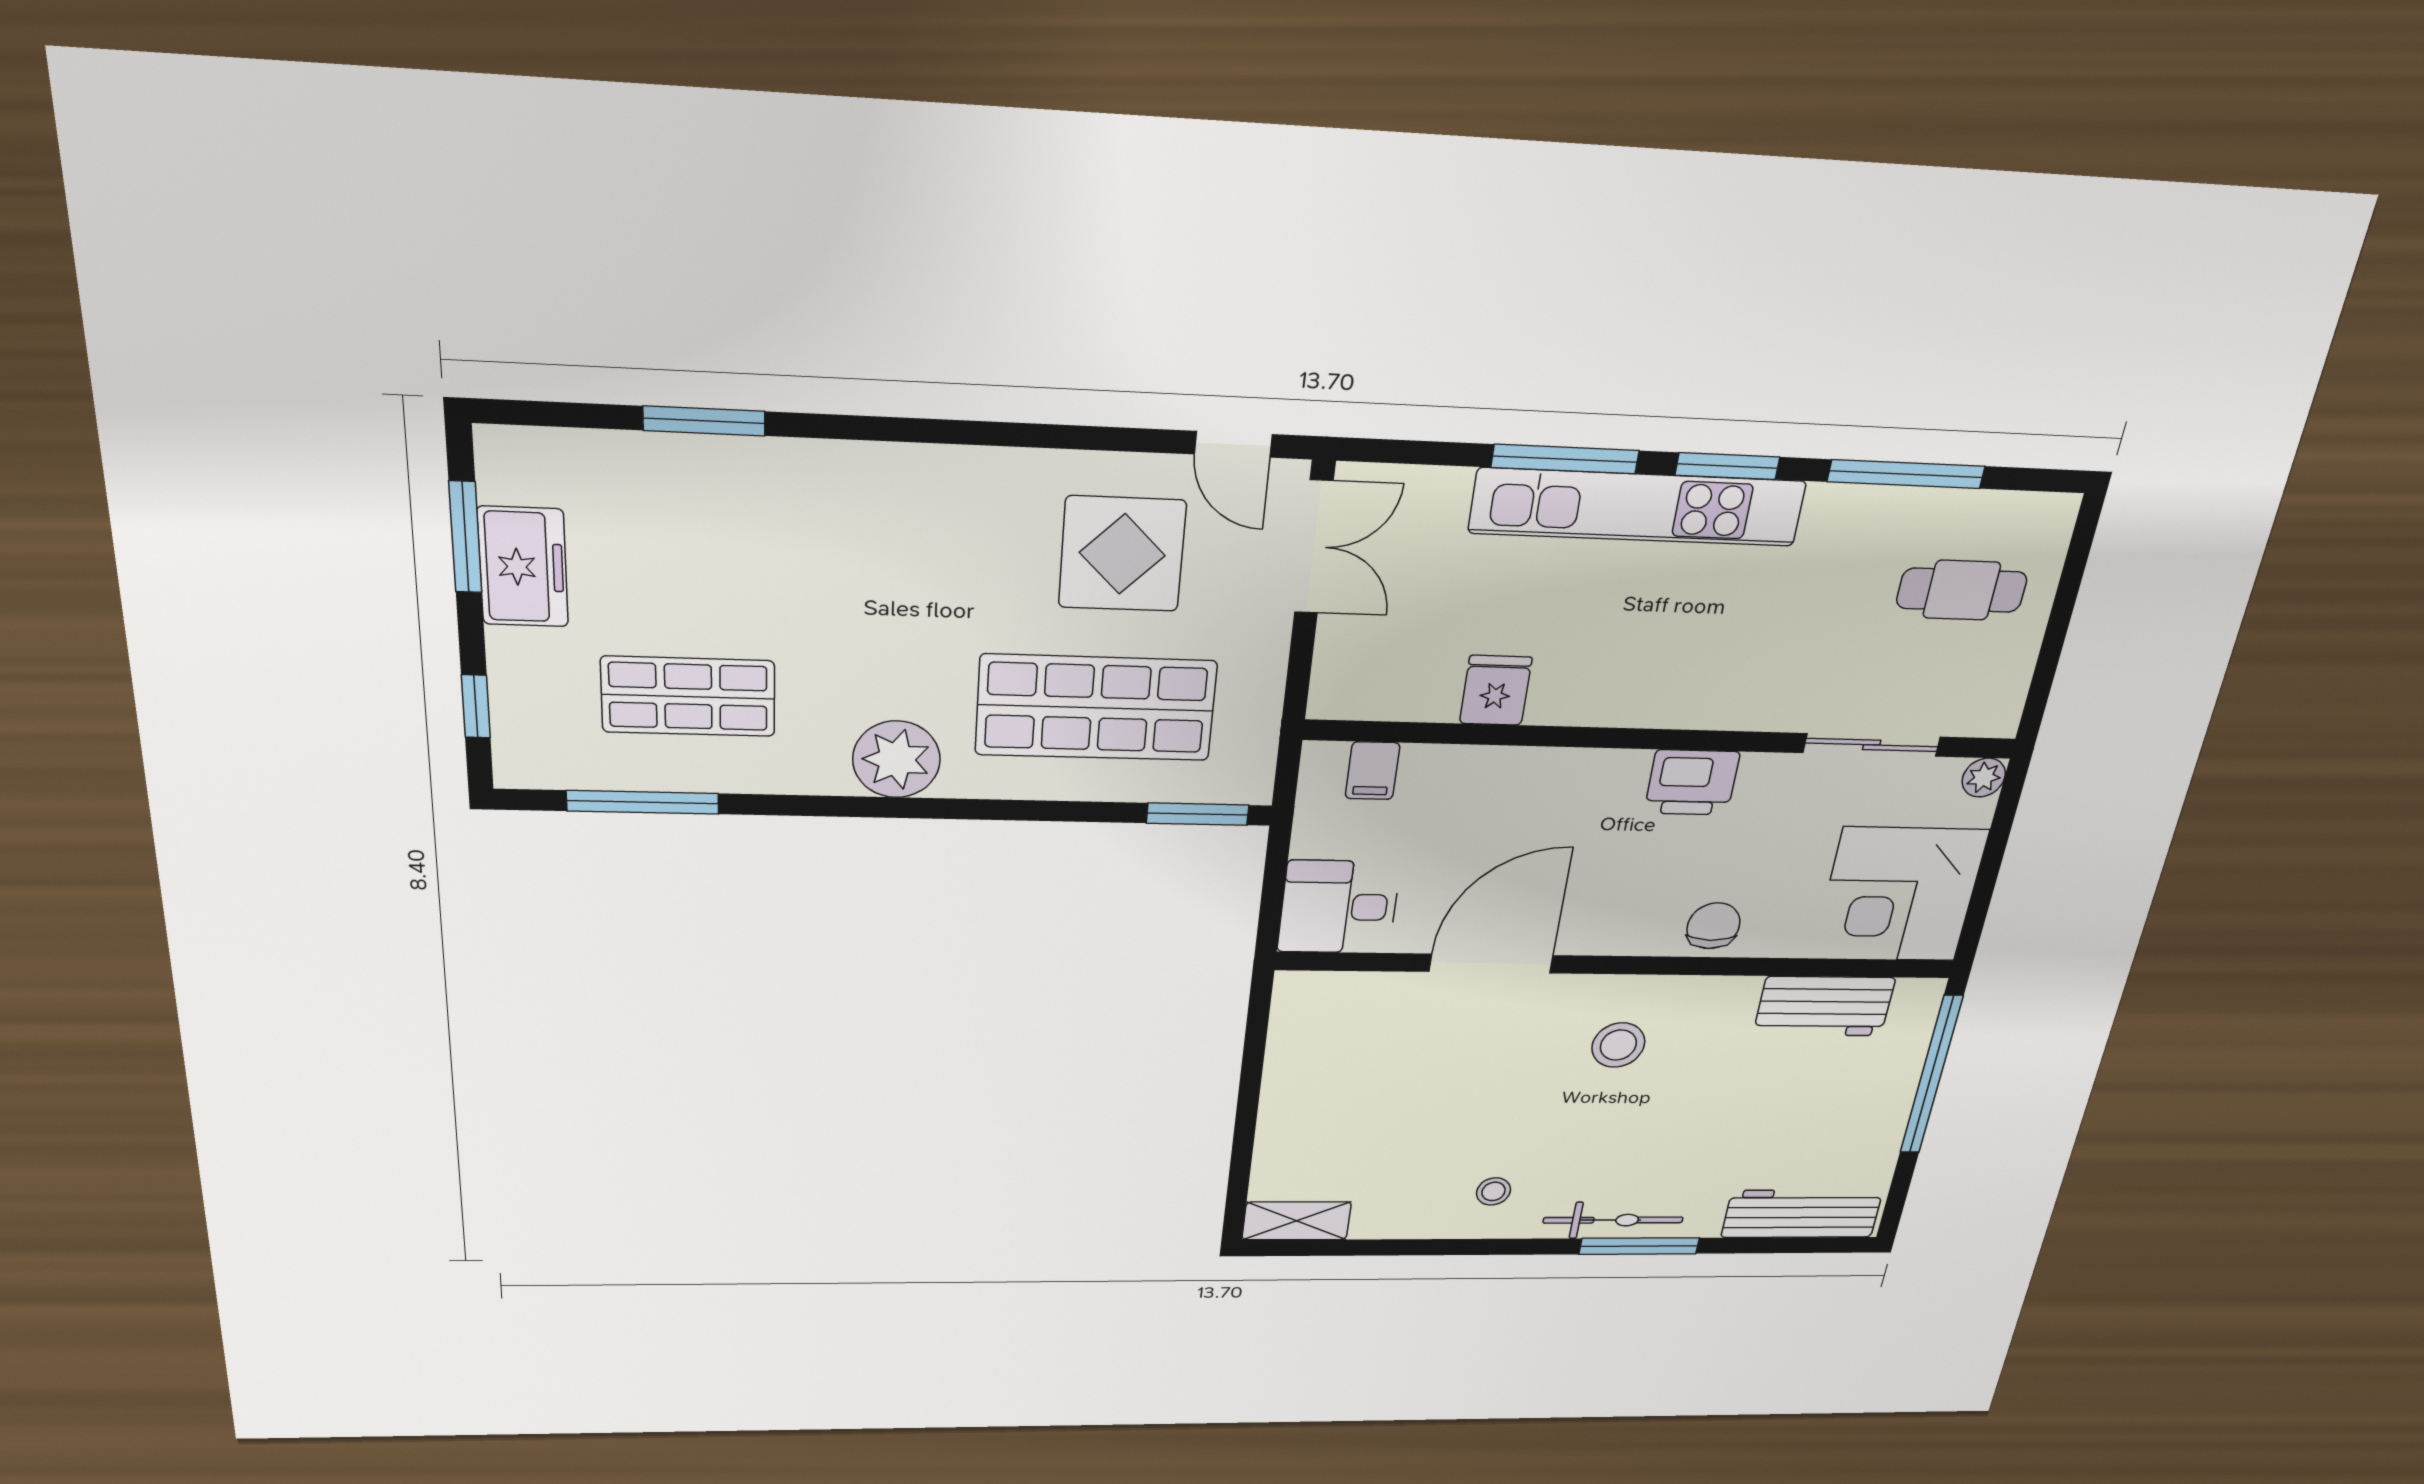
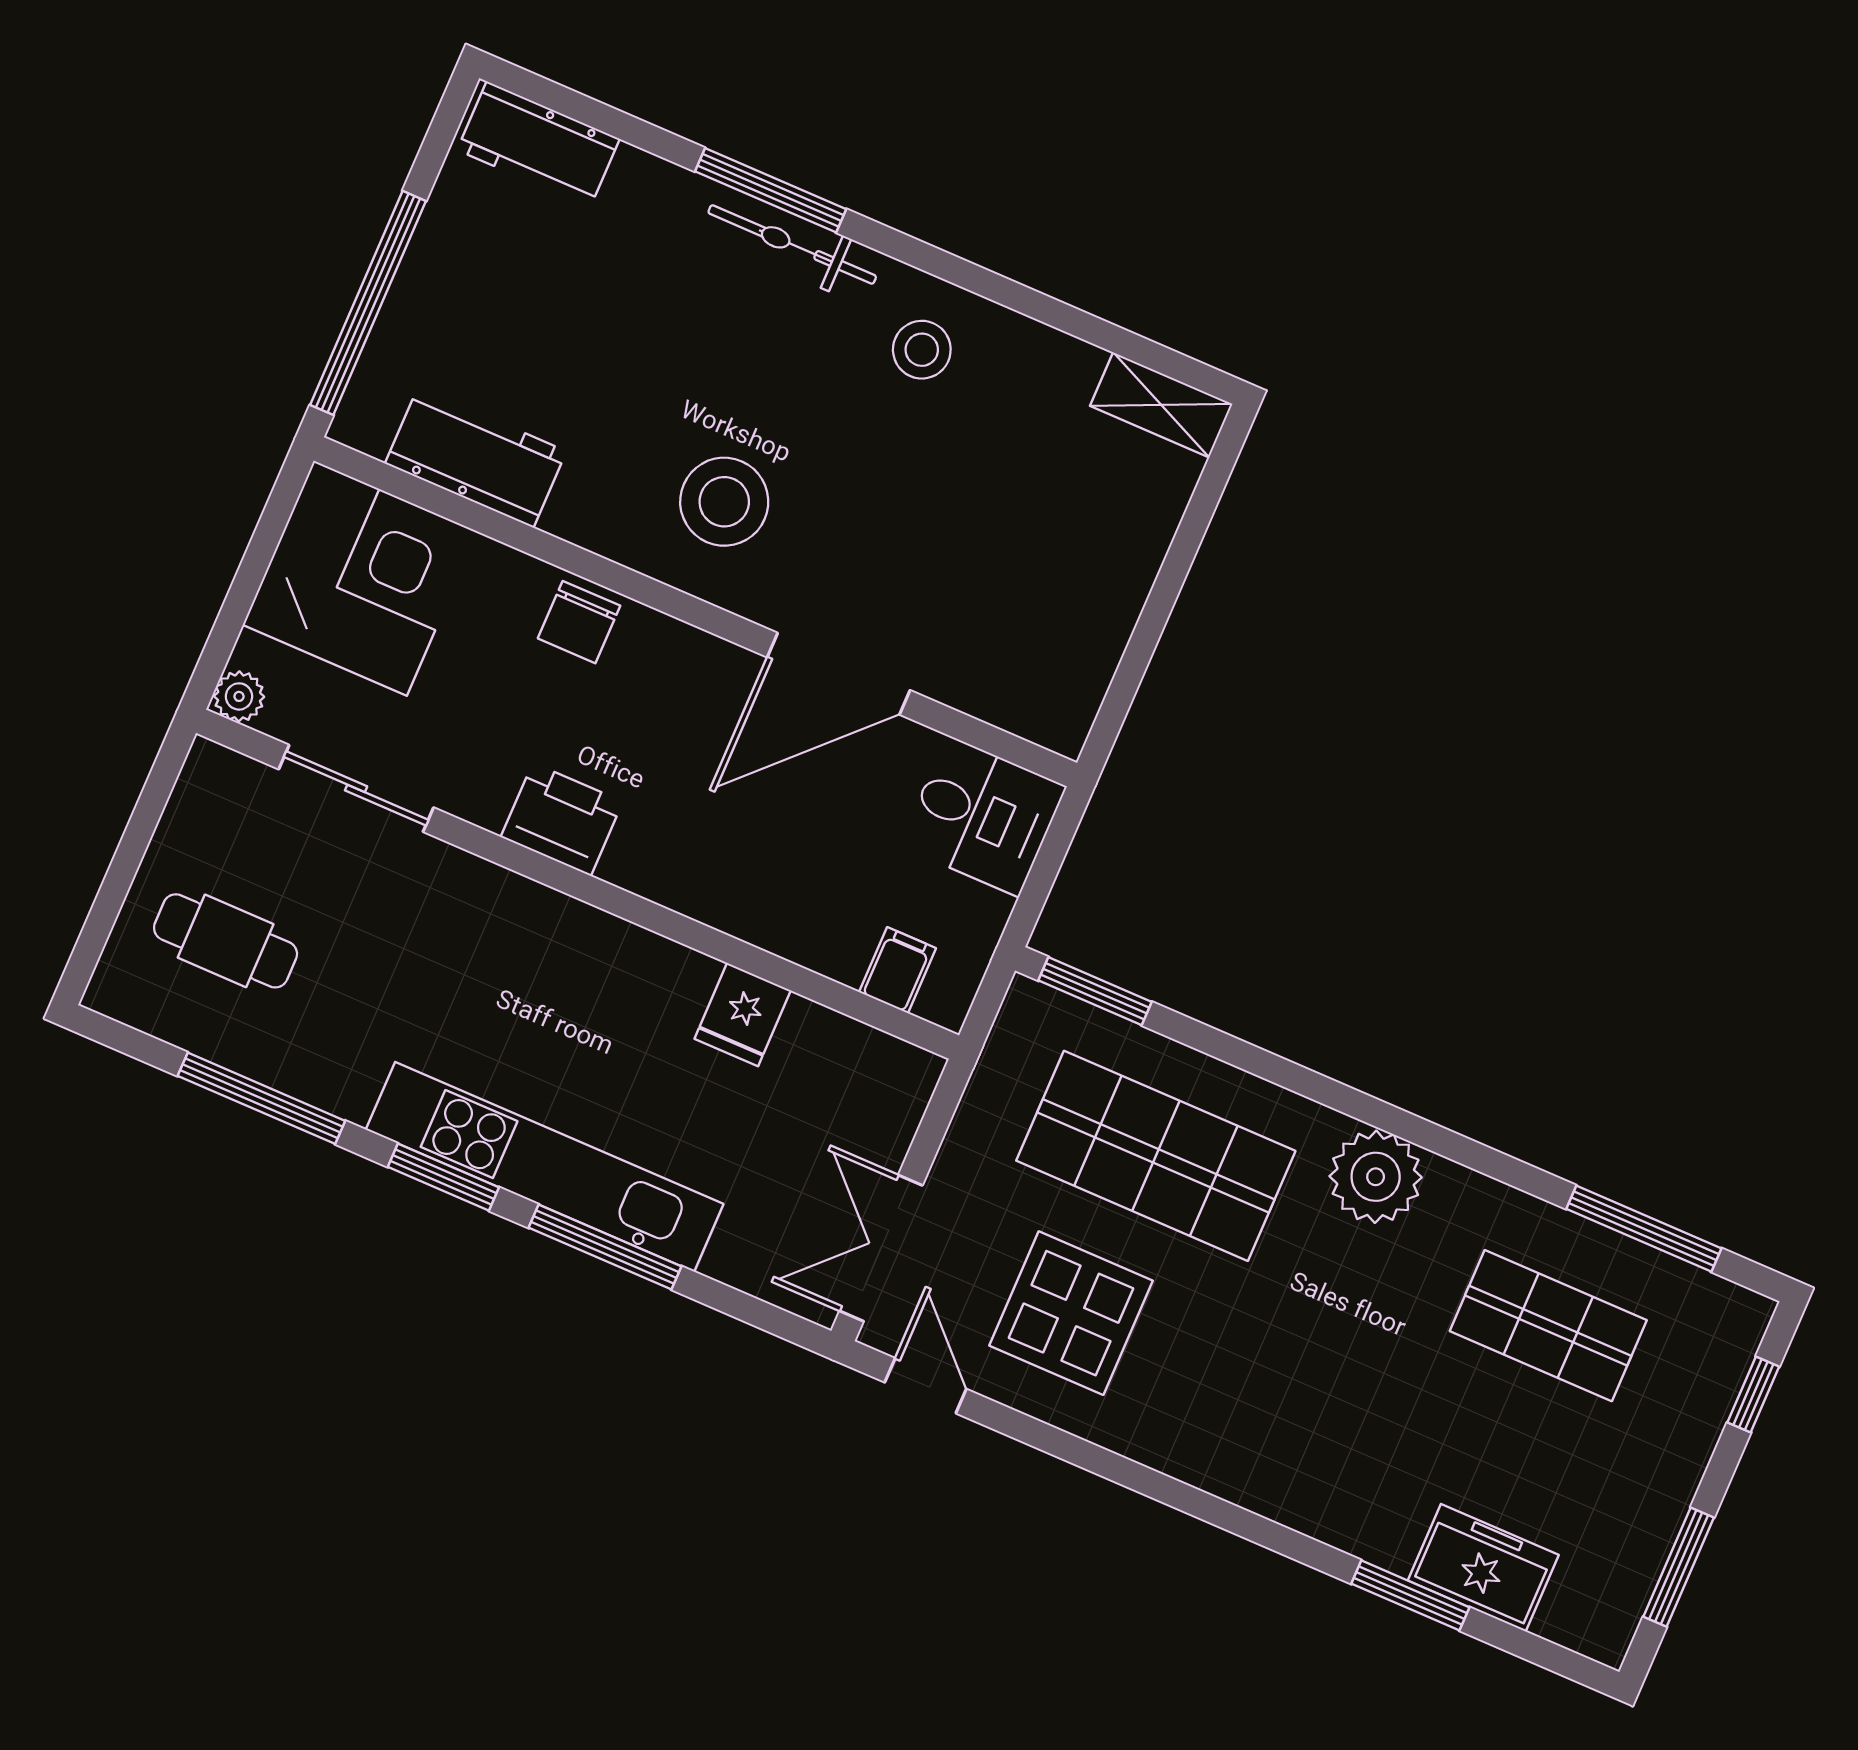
freezer: (523, 567) -> (1483, 1568), moved, turned 90
stool: (1618, 1045) -> (724, 502), width x1.38, depth x1.38
stool: (1493, 1191) -> (922, 350), width x1.37, depth x1.37
workbench: (1802, 1214) -> (538, 144), width x0.73

